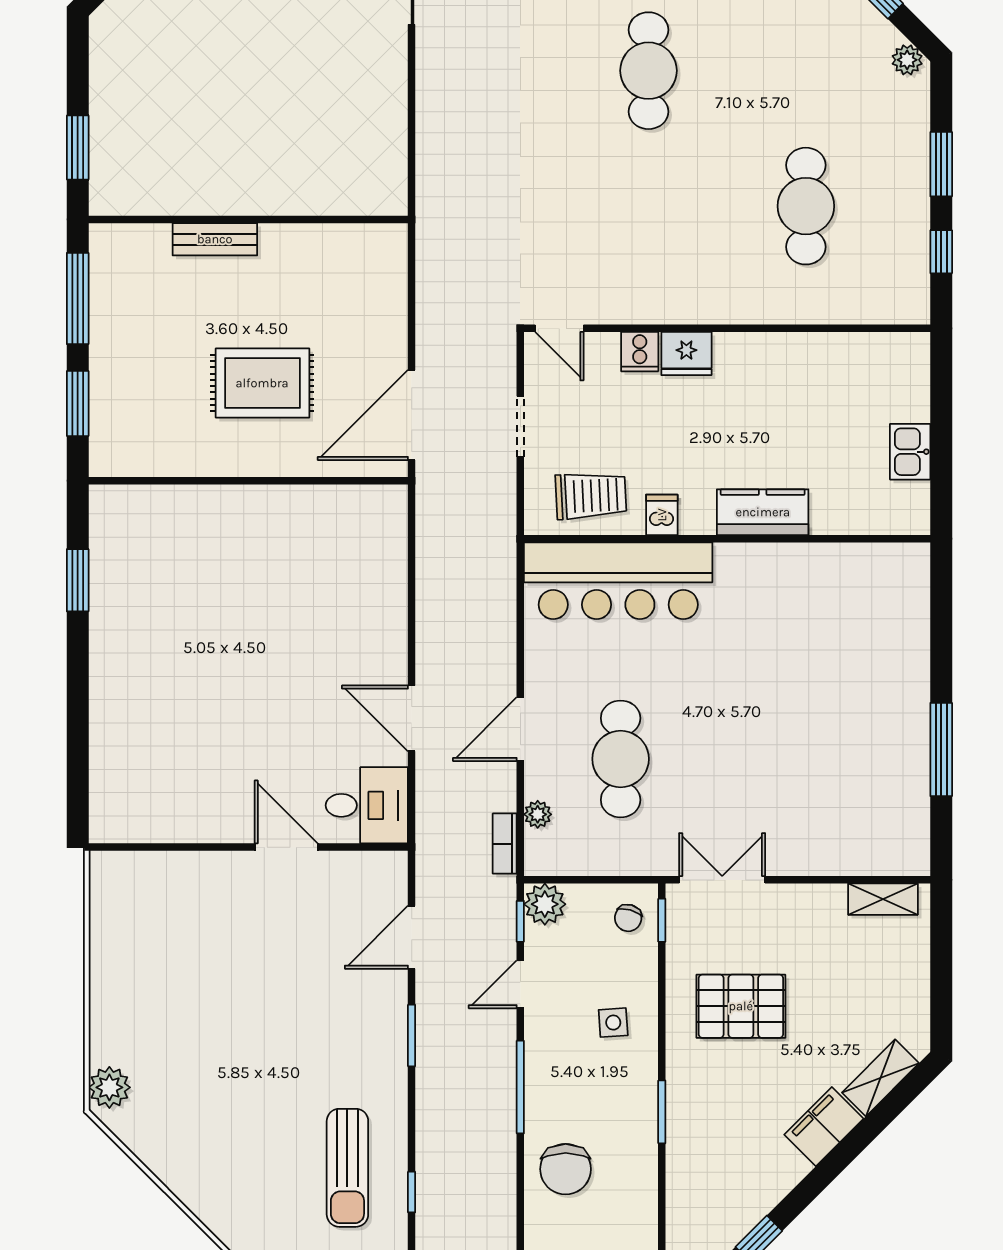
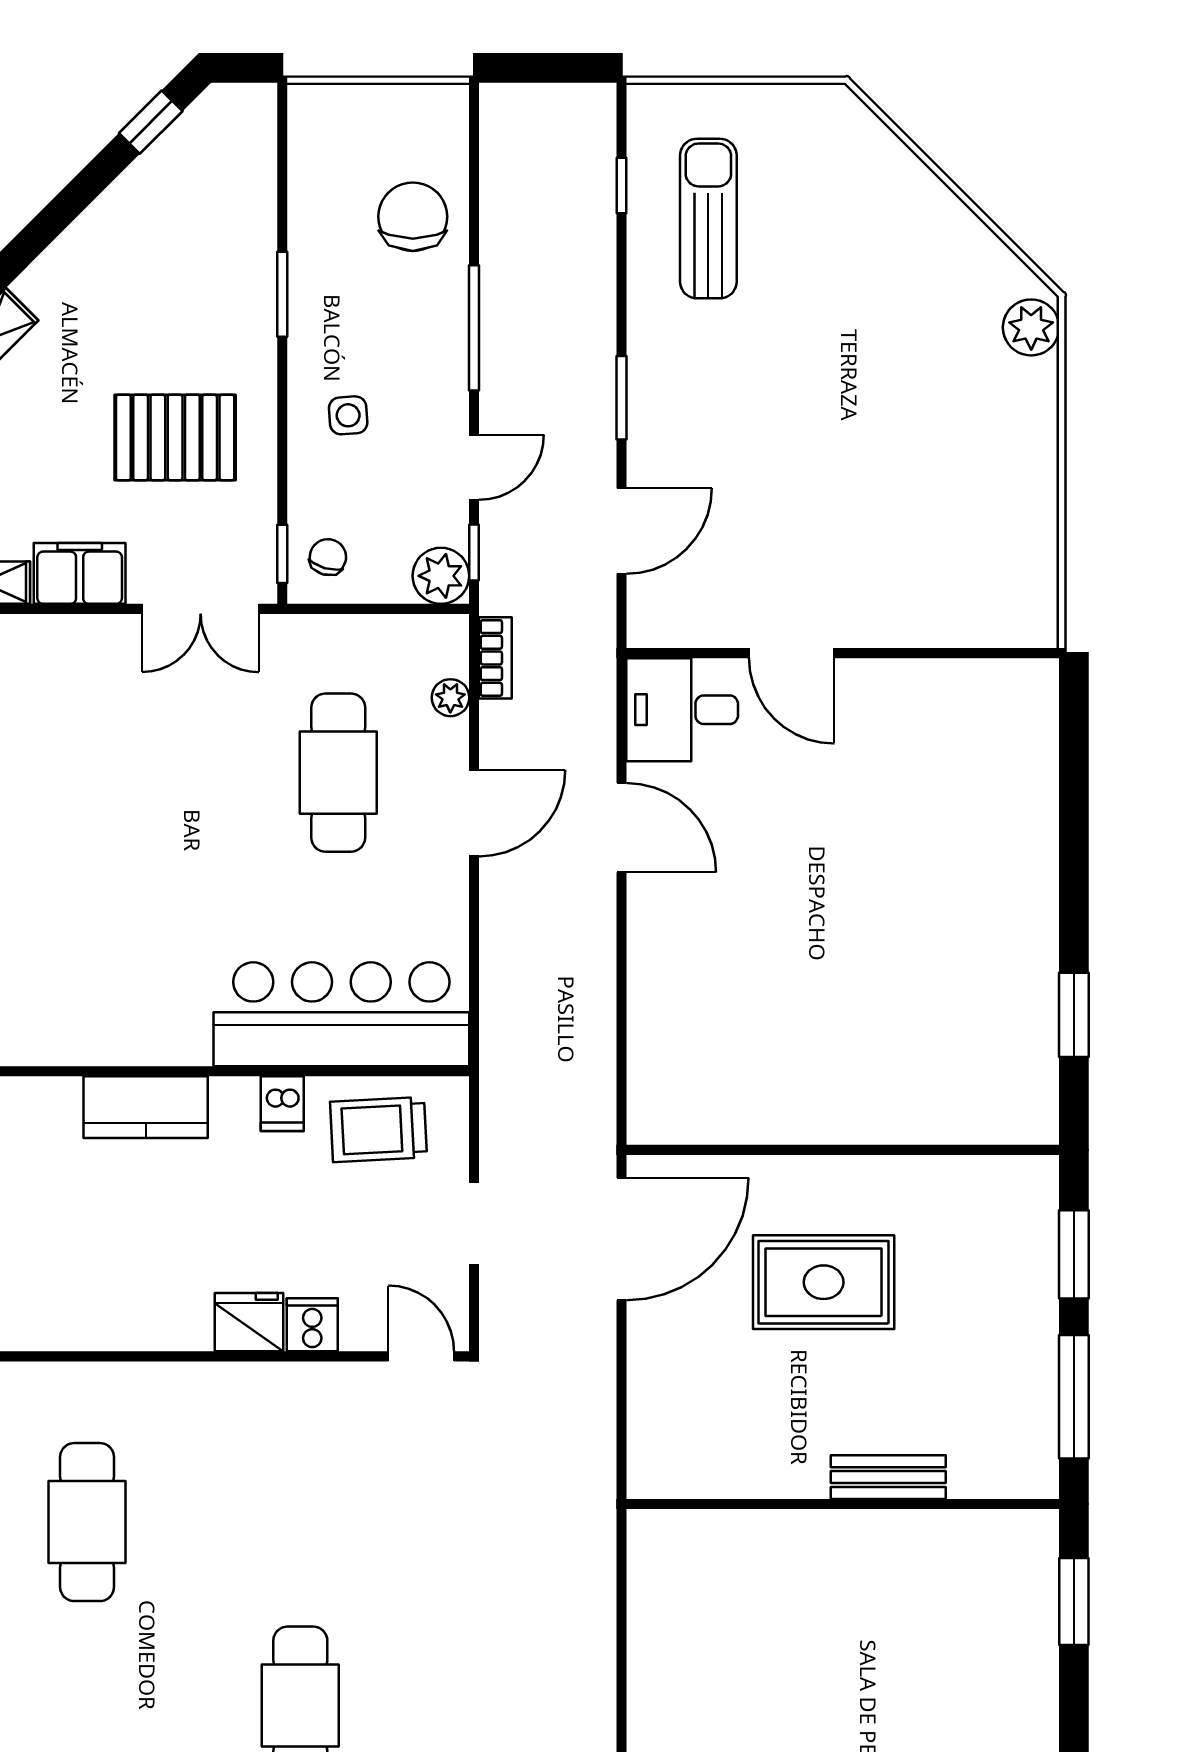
filing cabinet: (824, 1127) -> (80, 573), moved, turned -135

